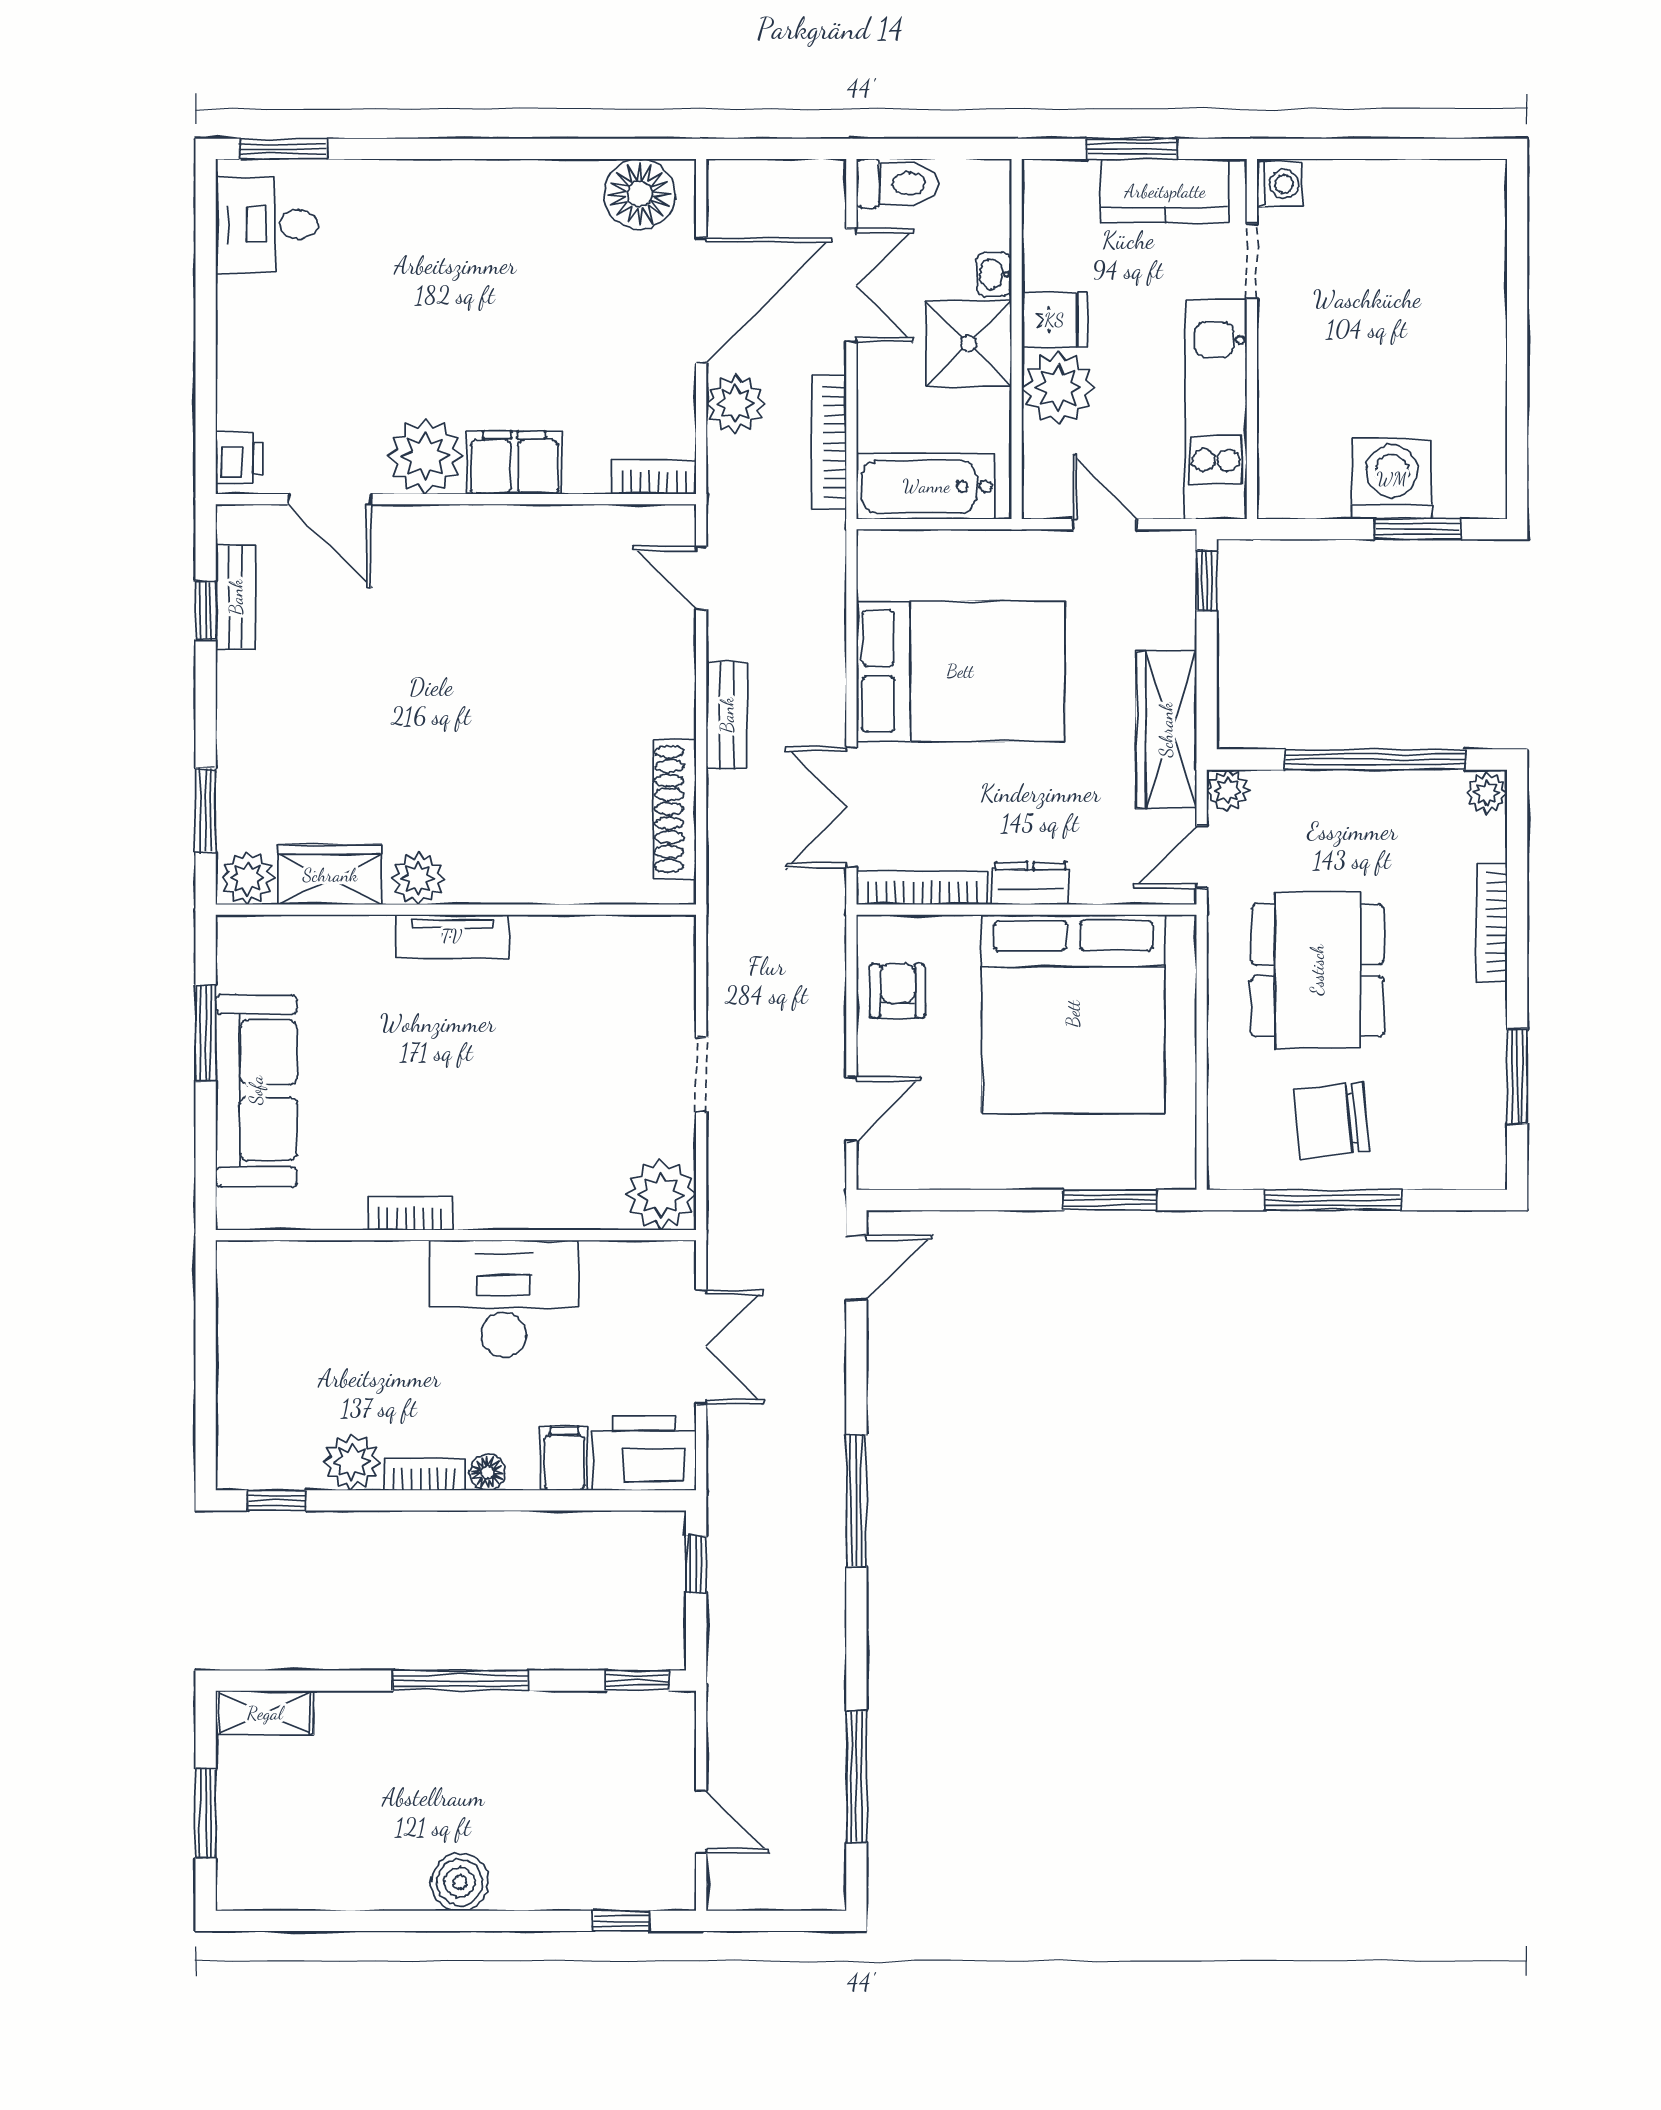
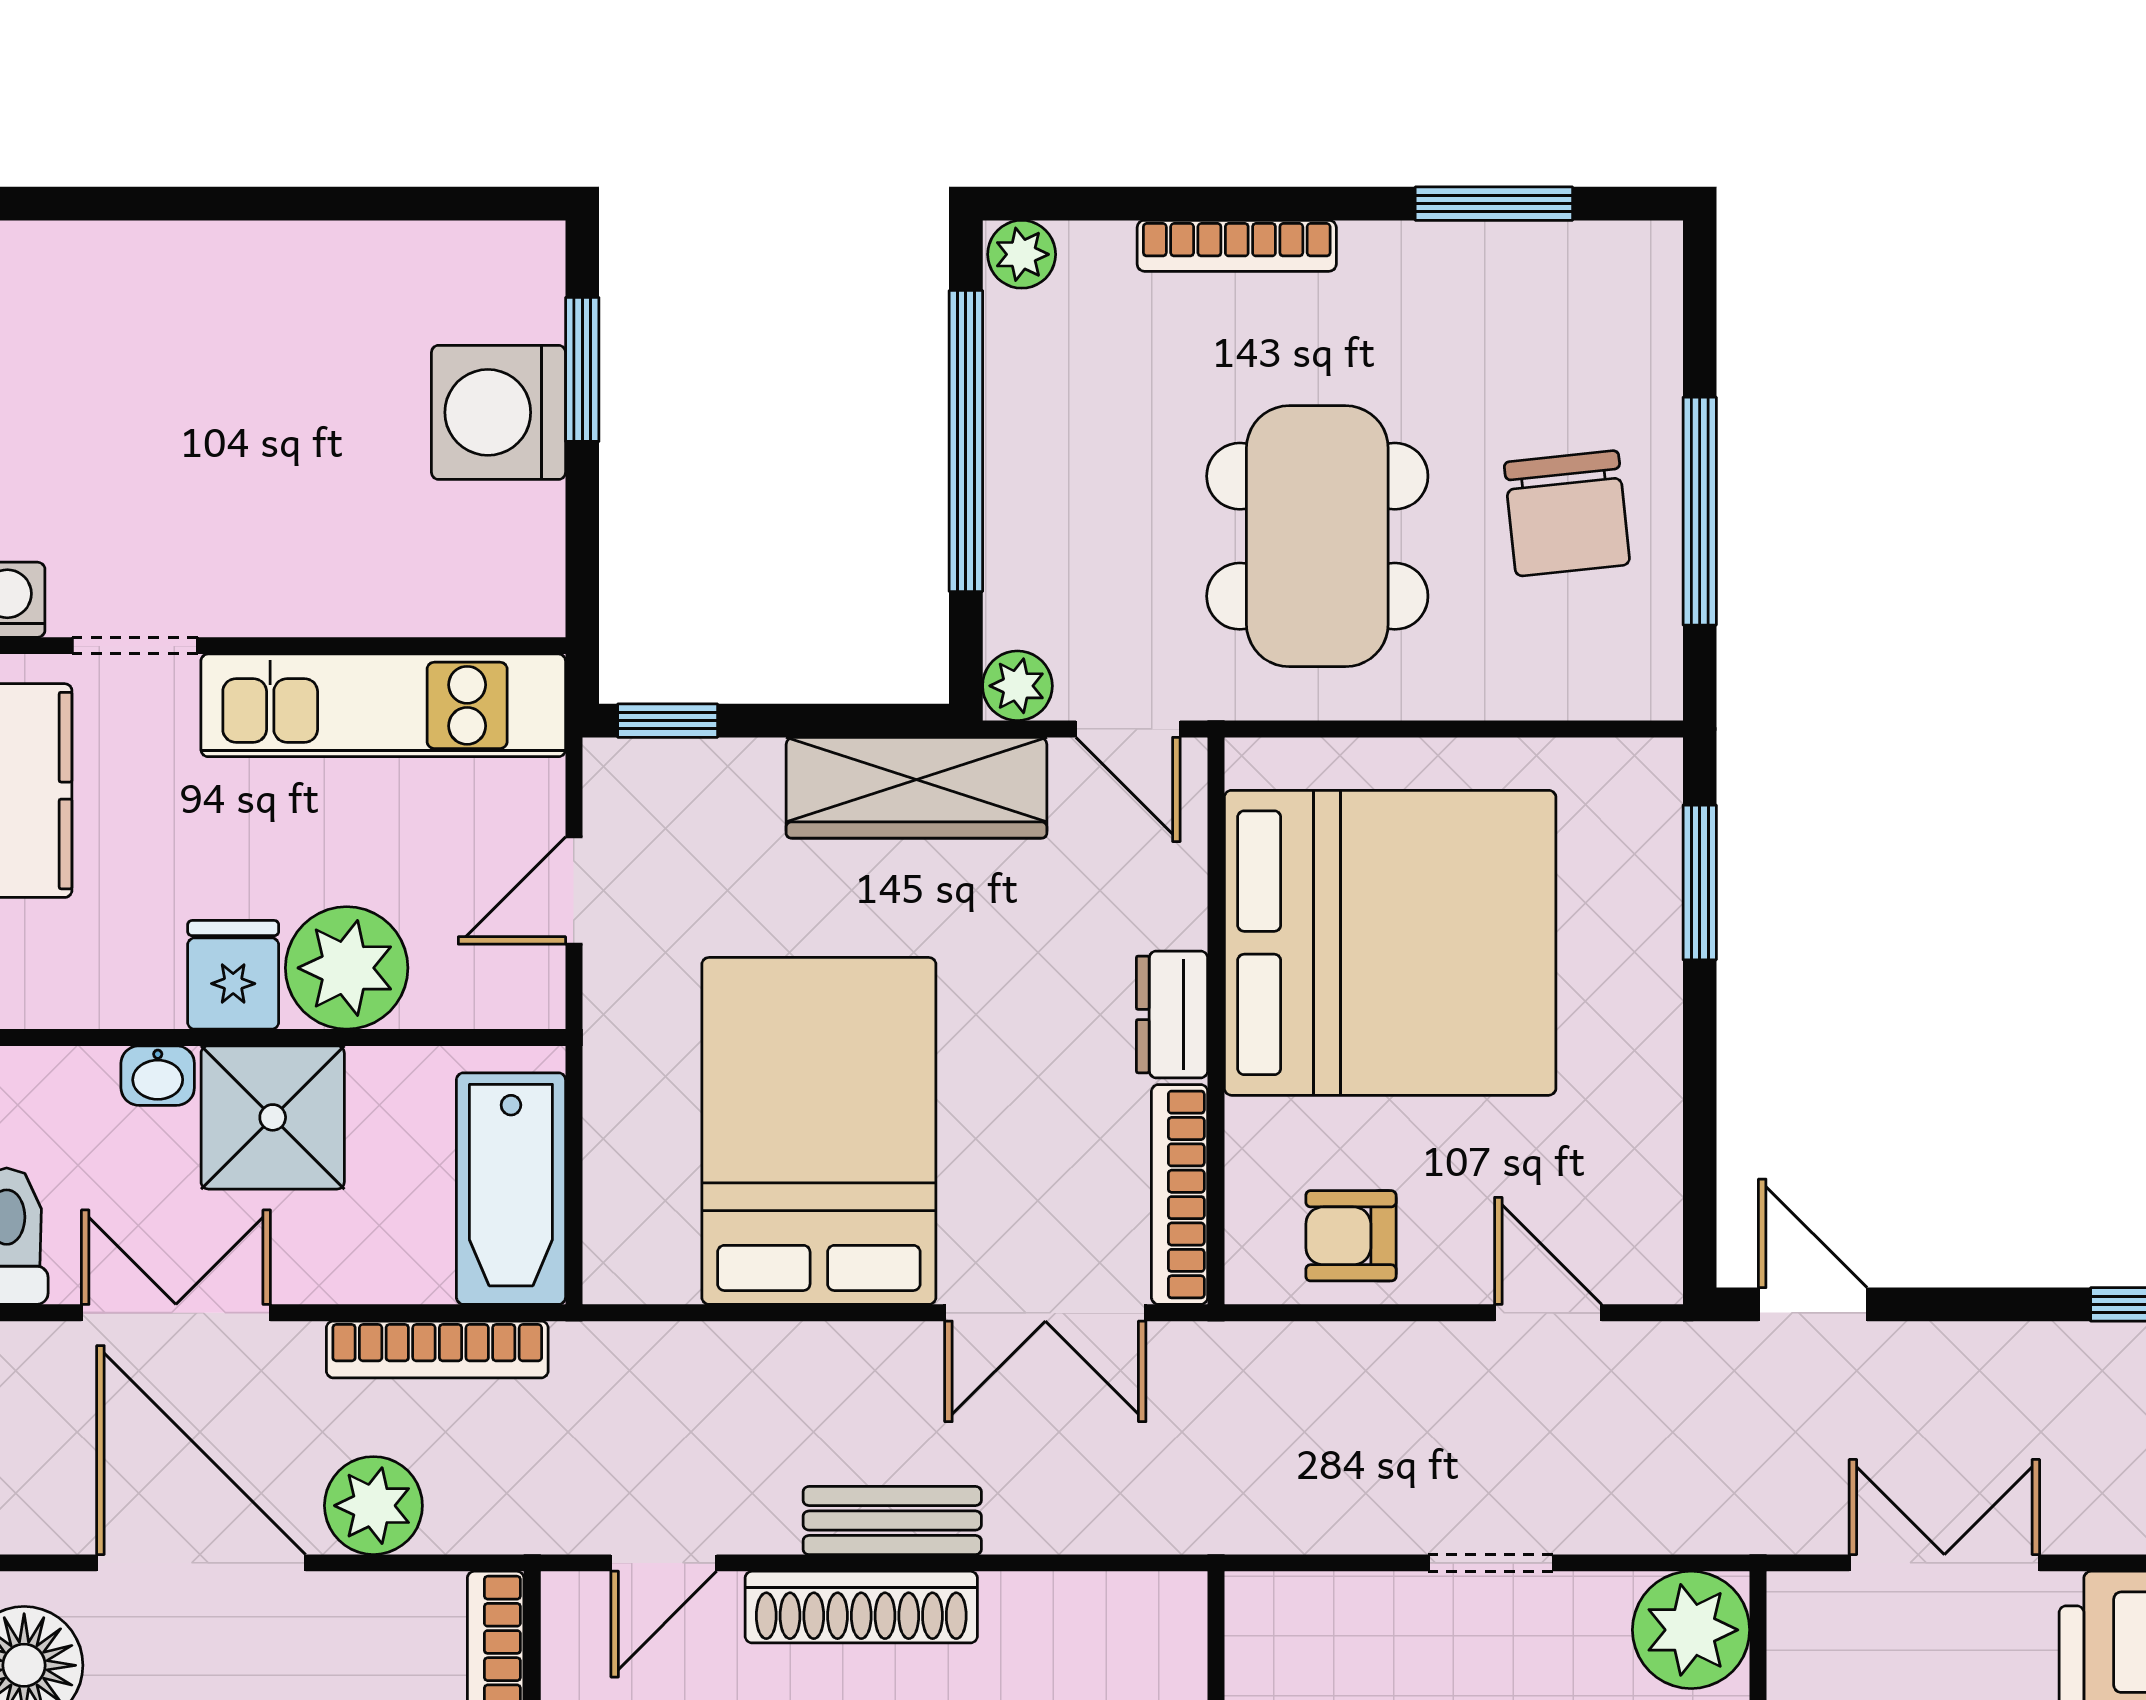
shoe rack: (675, 809) -> (861, 1607), moved
dining table: (1317, 970) -> (1317, 536), turned 90

